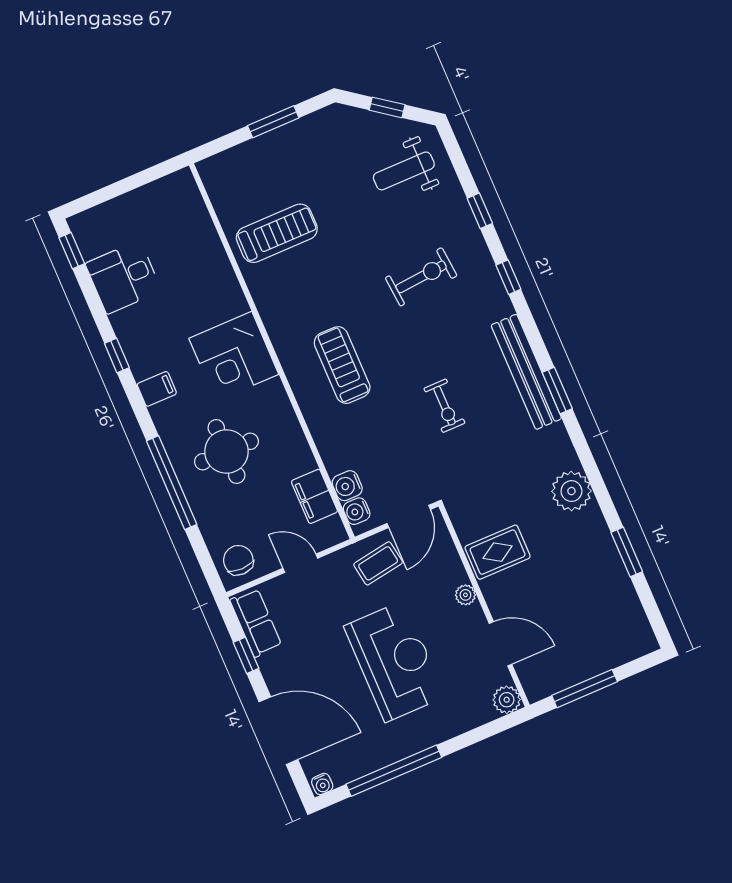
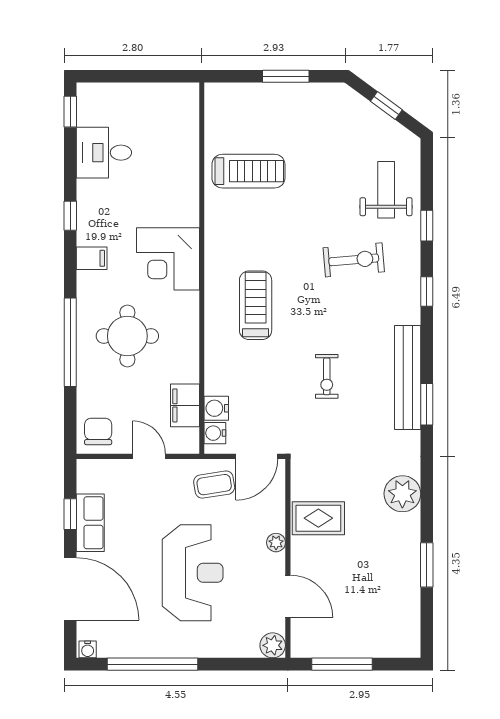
weight bench: (404, 171) -> (386, 190), moved, turned 90
row of seats: (256, 623) -> (90, 523), moved

